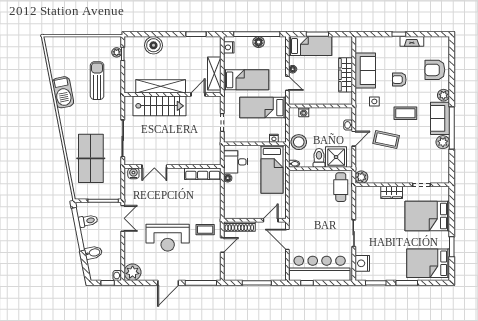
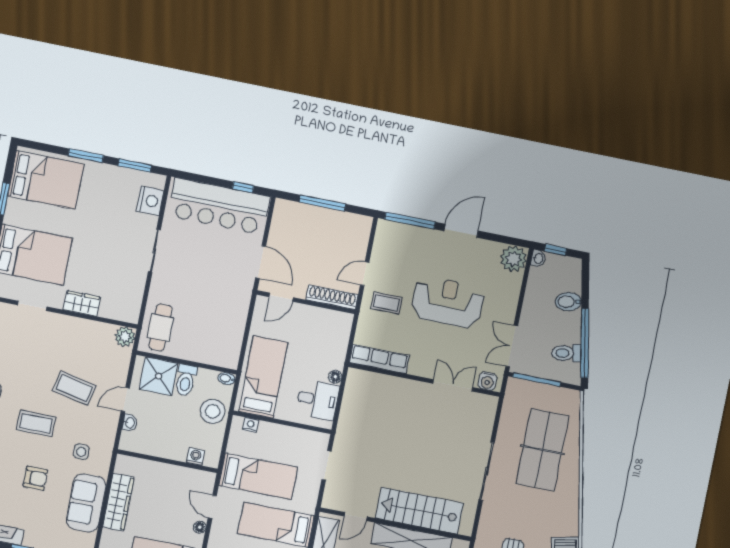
double door: (154, 167) -> (453, 385), moved
wall: (172, 167) -> (424, 380), moved
water cooler: (133, 173) -> (487, 381), moved
row of seats: (203, 174) -> (379, 359), moved

